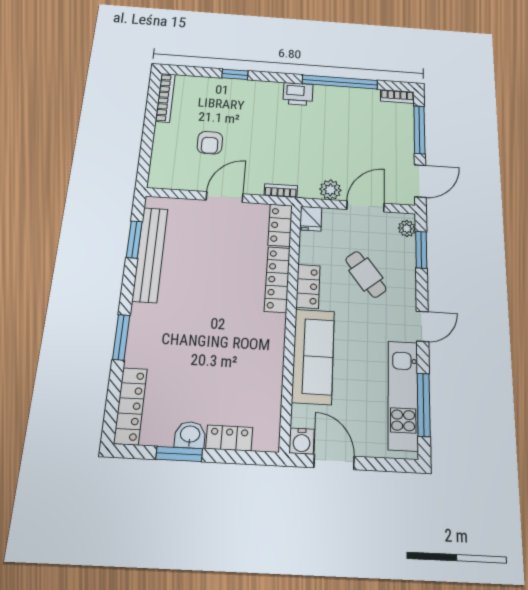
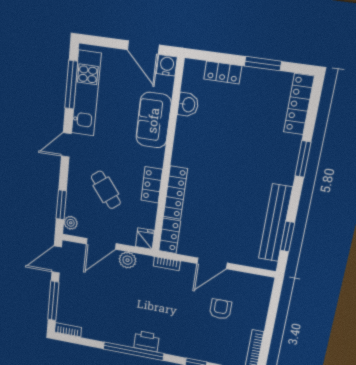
window: (340, 82) -> (133, 351), moved
sofa: (313, 356) -> (153, 120), width x0.73
washbasin: (190, 435) -> (188, 105), moved, turned -90

